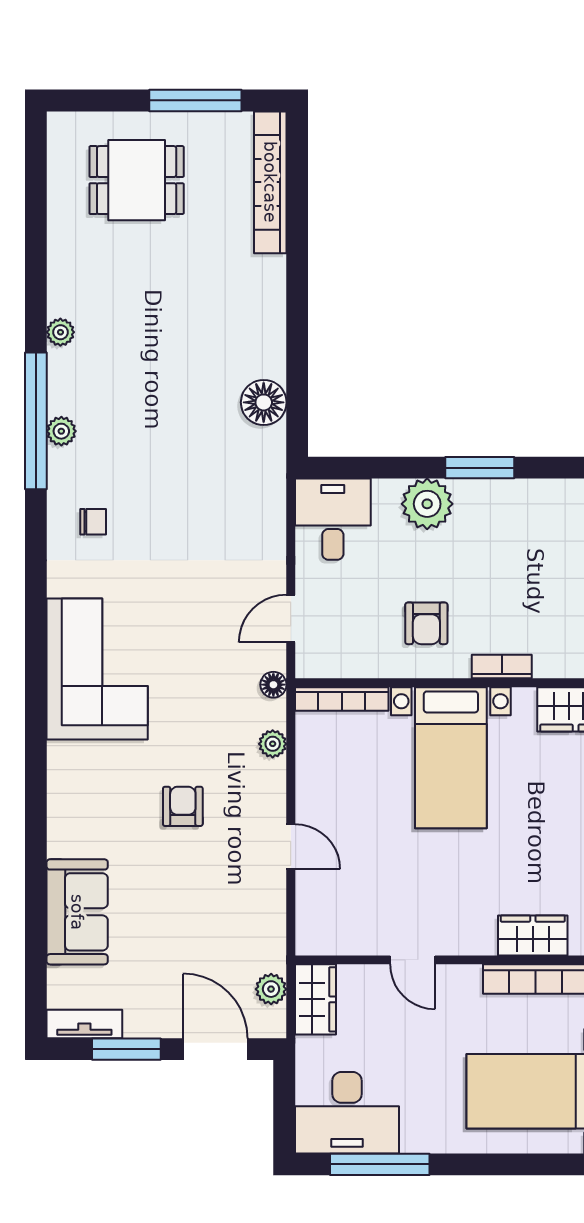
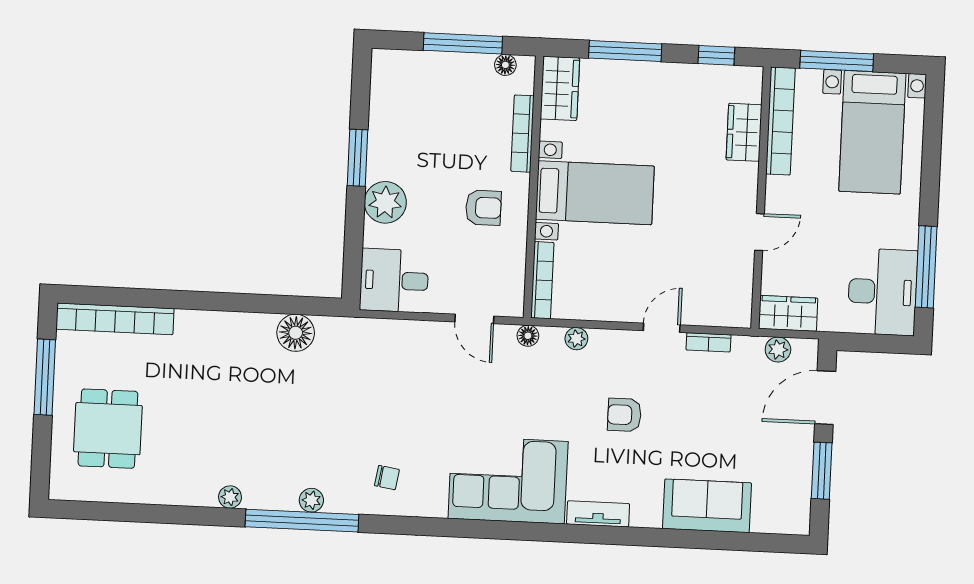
chair: (93, 522) -> (387, 478), turned 99
bookcase: (502, 667) -> (522, 134), width x1.56
bookcase: (276, 904) -> (708, 342), added
tv unit: (84, 1024) -> (598, 514), moved, turned 90

